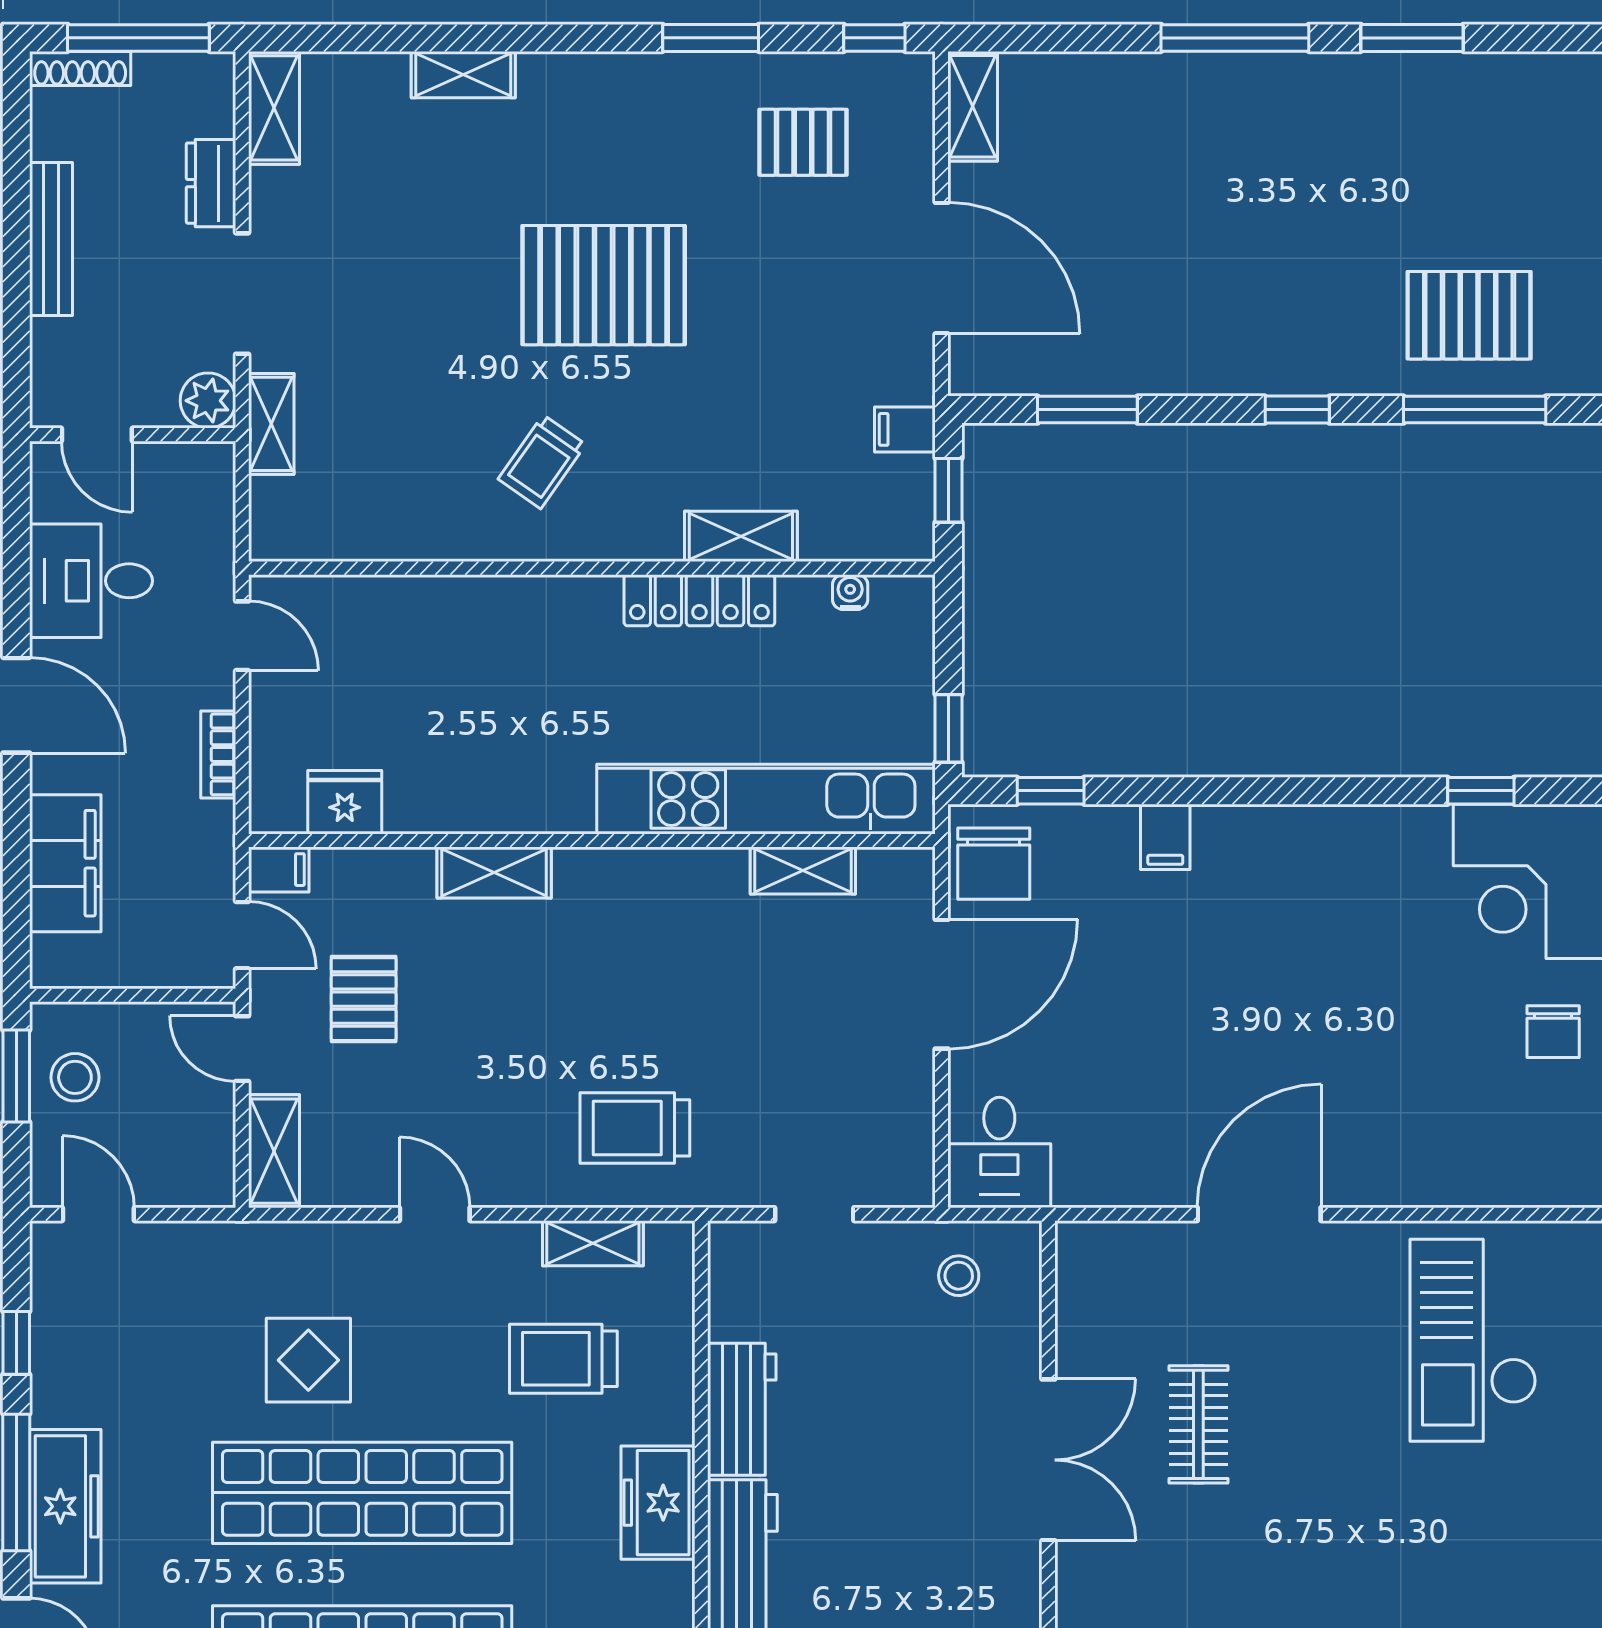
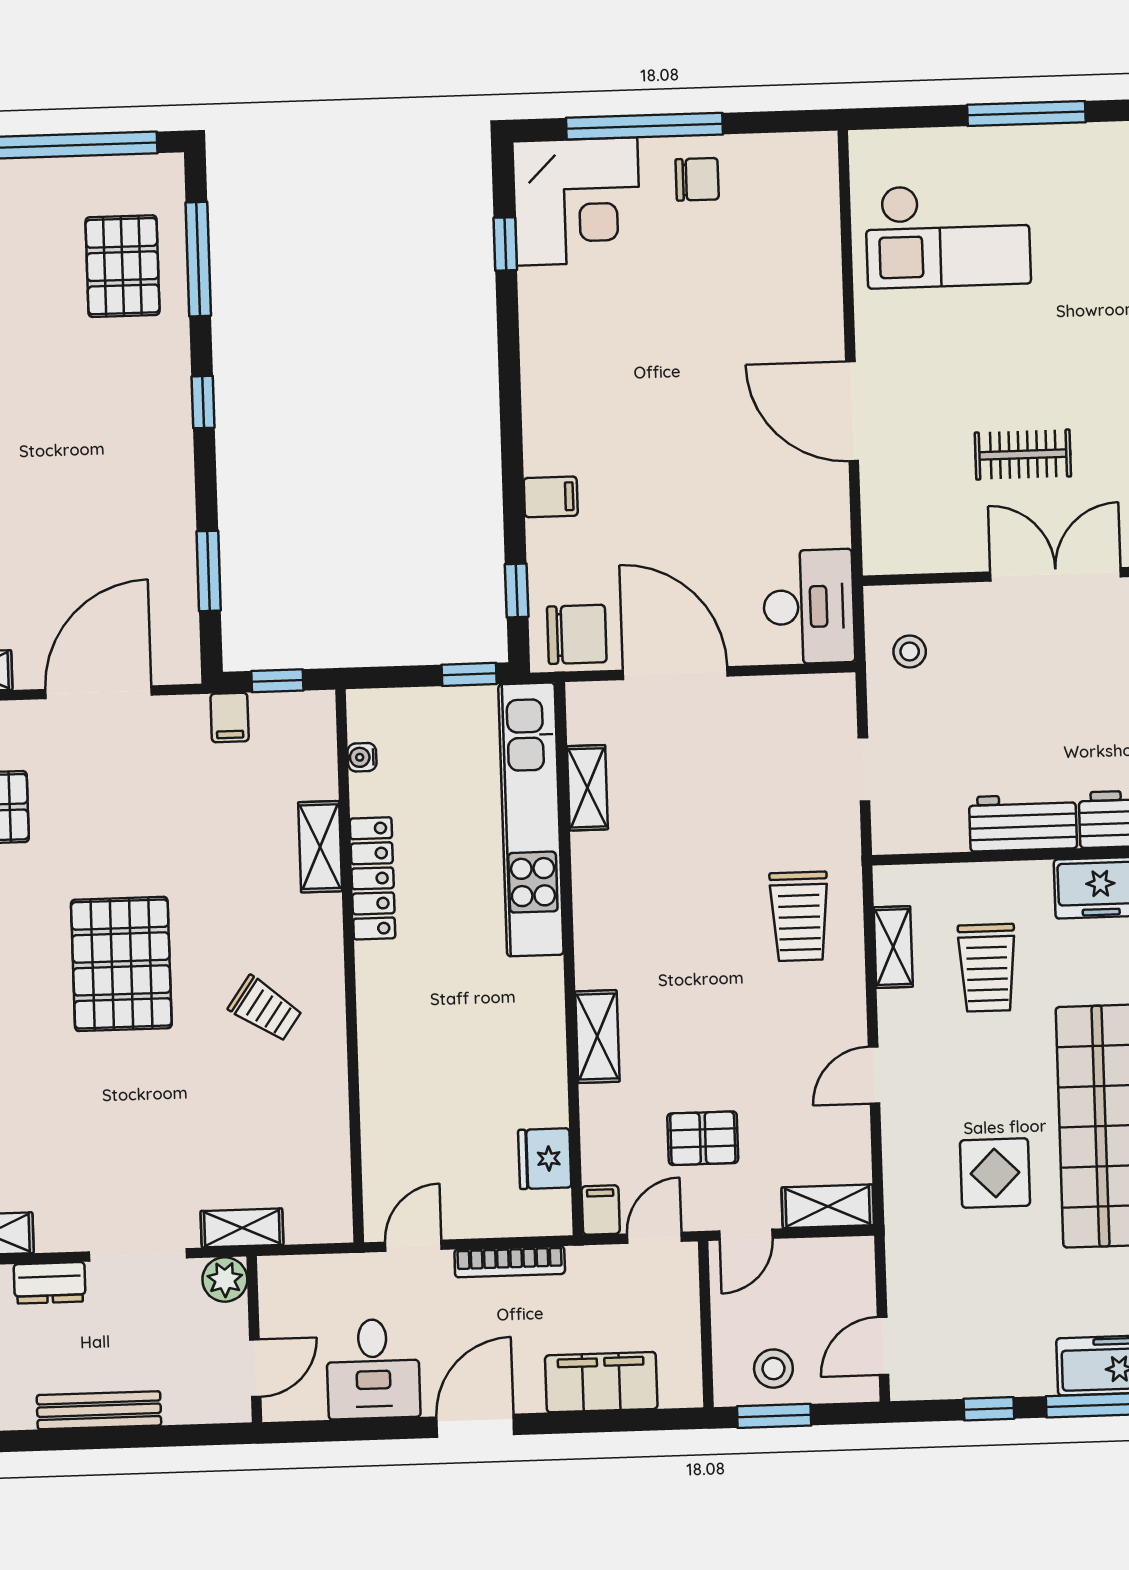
bookcase: (218, 754) -> (510, 1262), width x1.56
desk: (999, 1152) -> (809, 607), width x1.37

